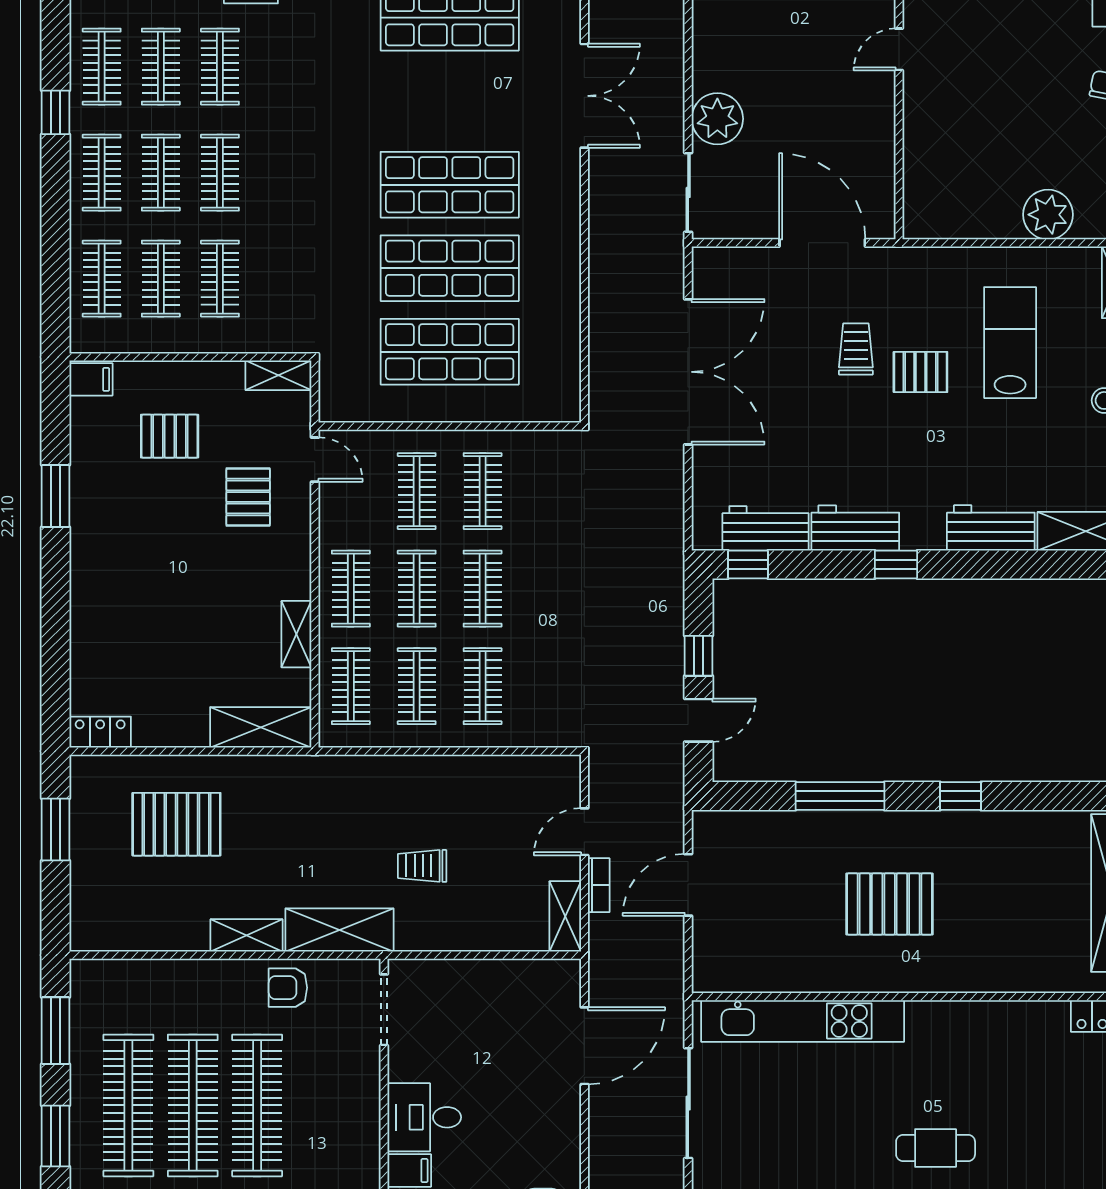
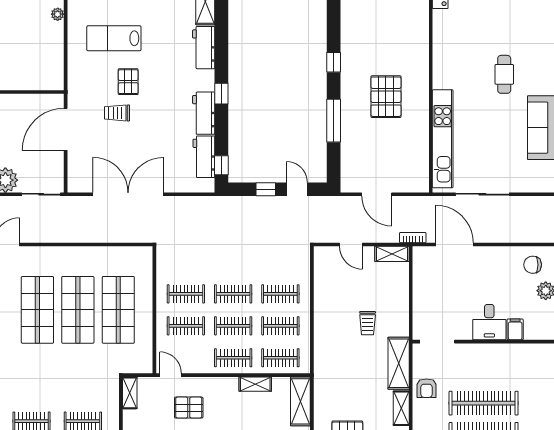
plant: (1048, 215) -> (58, 14), width x0.53, depth x0.53
door: (315, 460) -> (171, 375), hinge flipped
bookcase: (599, 885) -> (413, 238), moved

